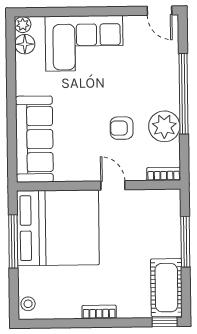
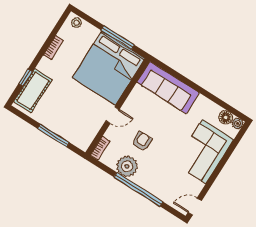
cot: (166, 288) -> (33, 91), moved, turned 90
bookcase: (99, 312) -> (53, 48), moved
window: (165, 322) -> (26, 78), moved

